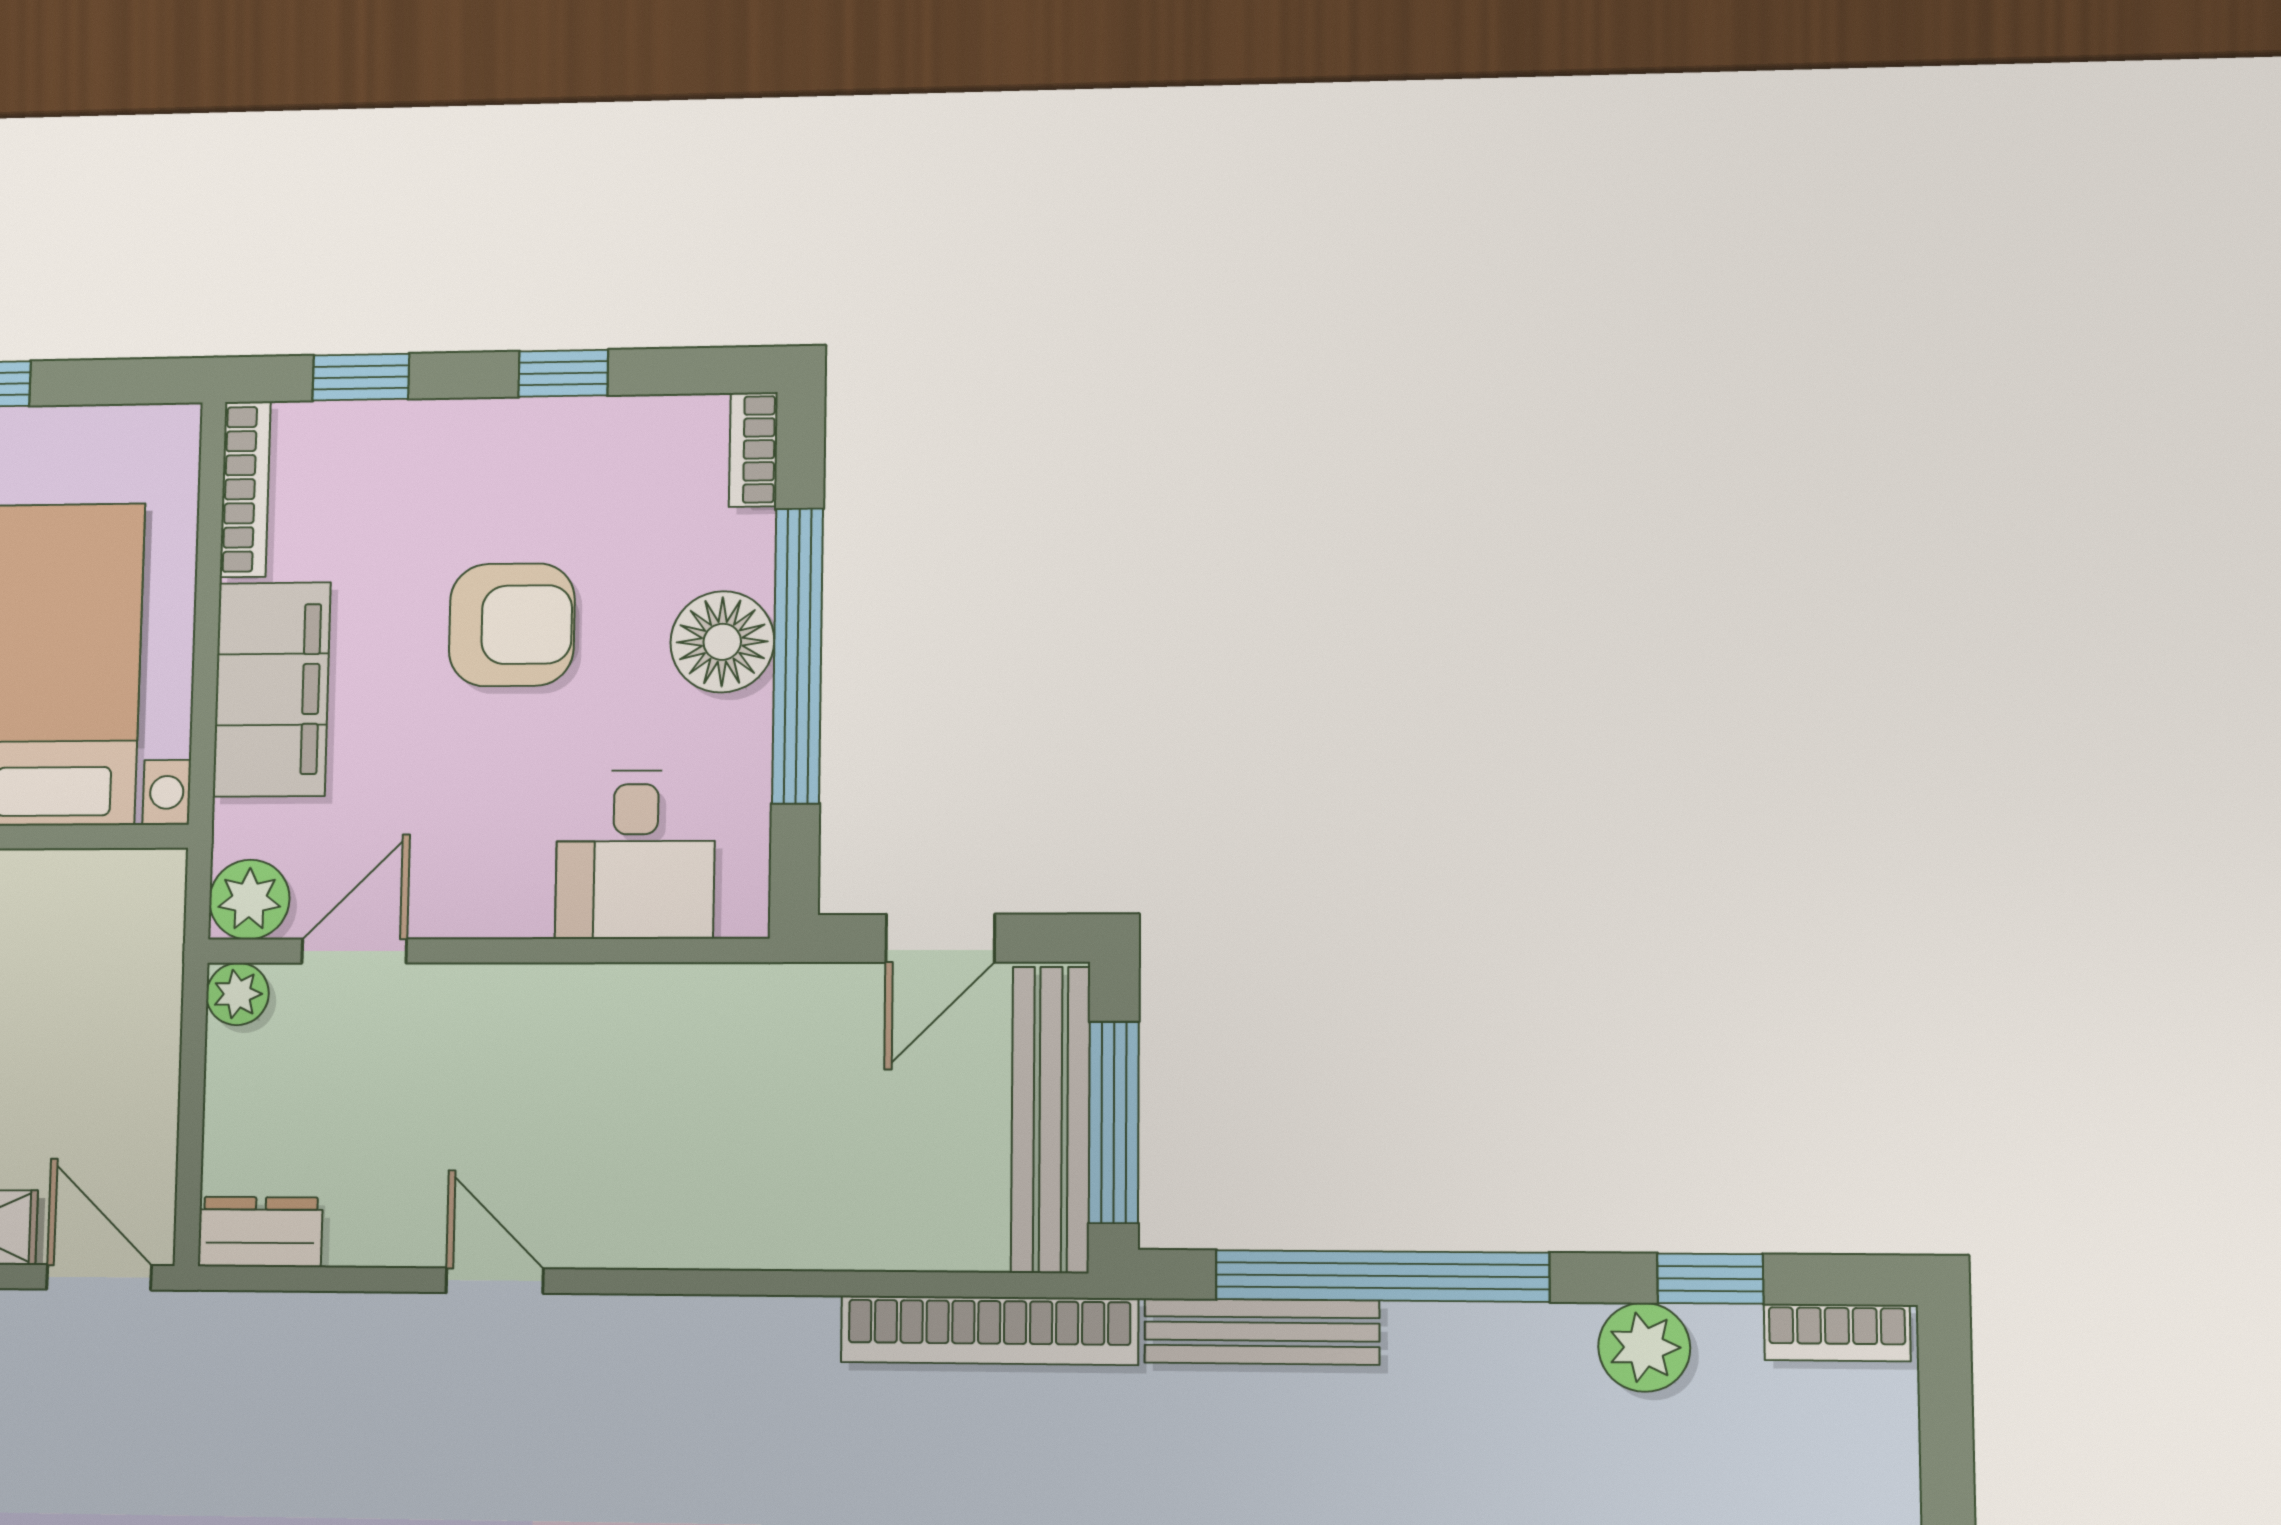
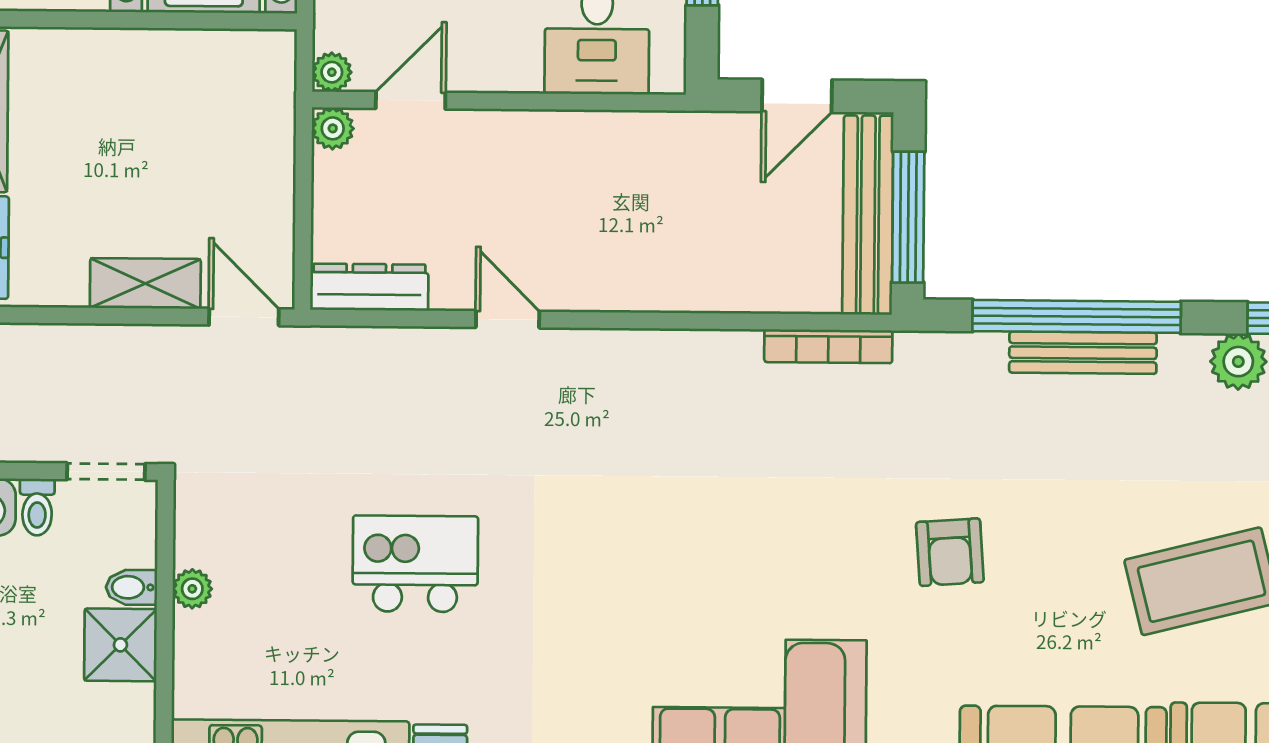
plant: (249, 900) -> (332, 72), width x0.73, depth x0.73
dresser: (260, 1232) -> (369, 287), width x1.44
bookcase: (989, 1330) -> (828, 346), width x0.68, depth x0.76
bench: (1262, 1332) -> (1083, 353), moved

